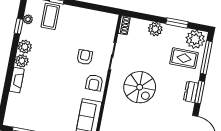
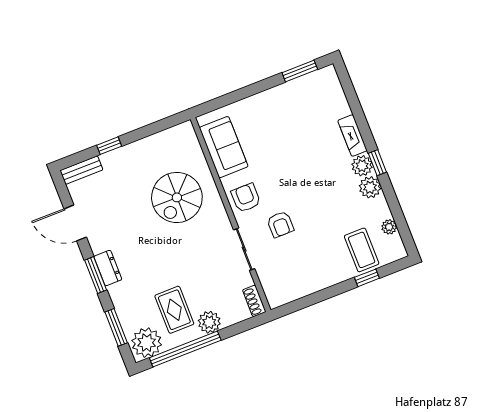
window: (177, 23) -> (185, 349), width x2.11
window: (19, 26) -> (377, 163), moved
rug: (184, 58) -> (174, 310), moved, turned 90
window: (206, 58) -> (116, 327), width x0.69
spiral stairs: (140, 87) -> (177, 197), moved, turned -90

